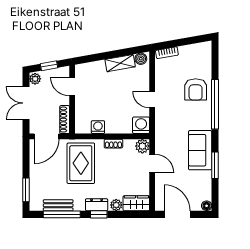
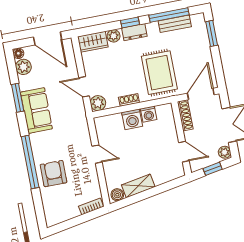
washing machine: (141, 125) -> (132, 119), moved
plant: (204, 192) -> (23, 67), added

